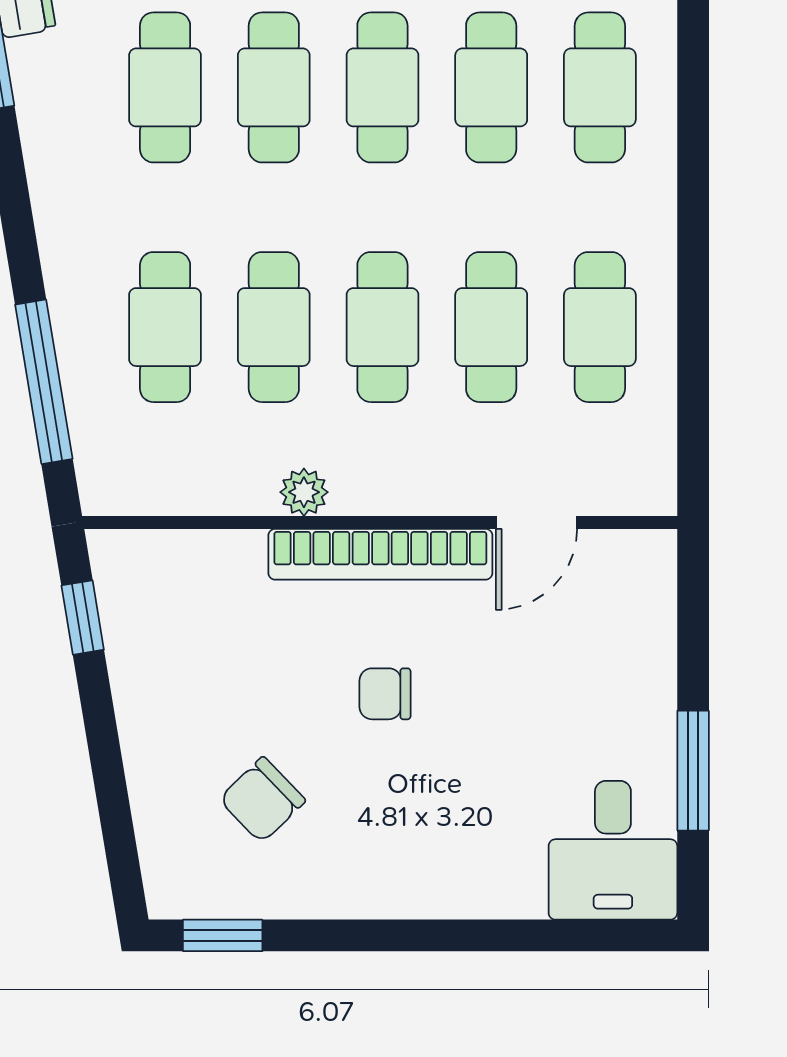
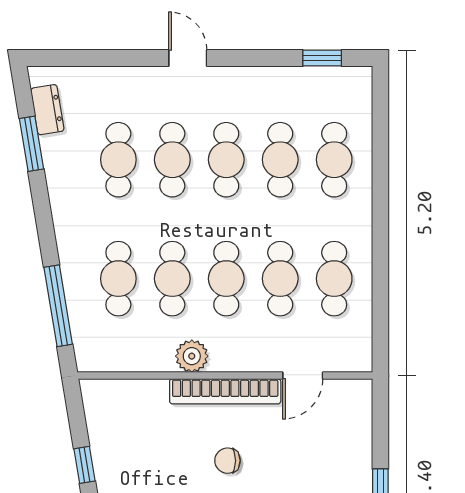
plant: (304, 492) -> (192, 356), width x1.38, depth x1.38
window: (83, 618) -> (84, 465), moved

